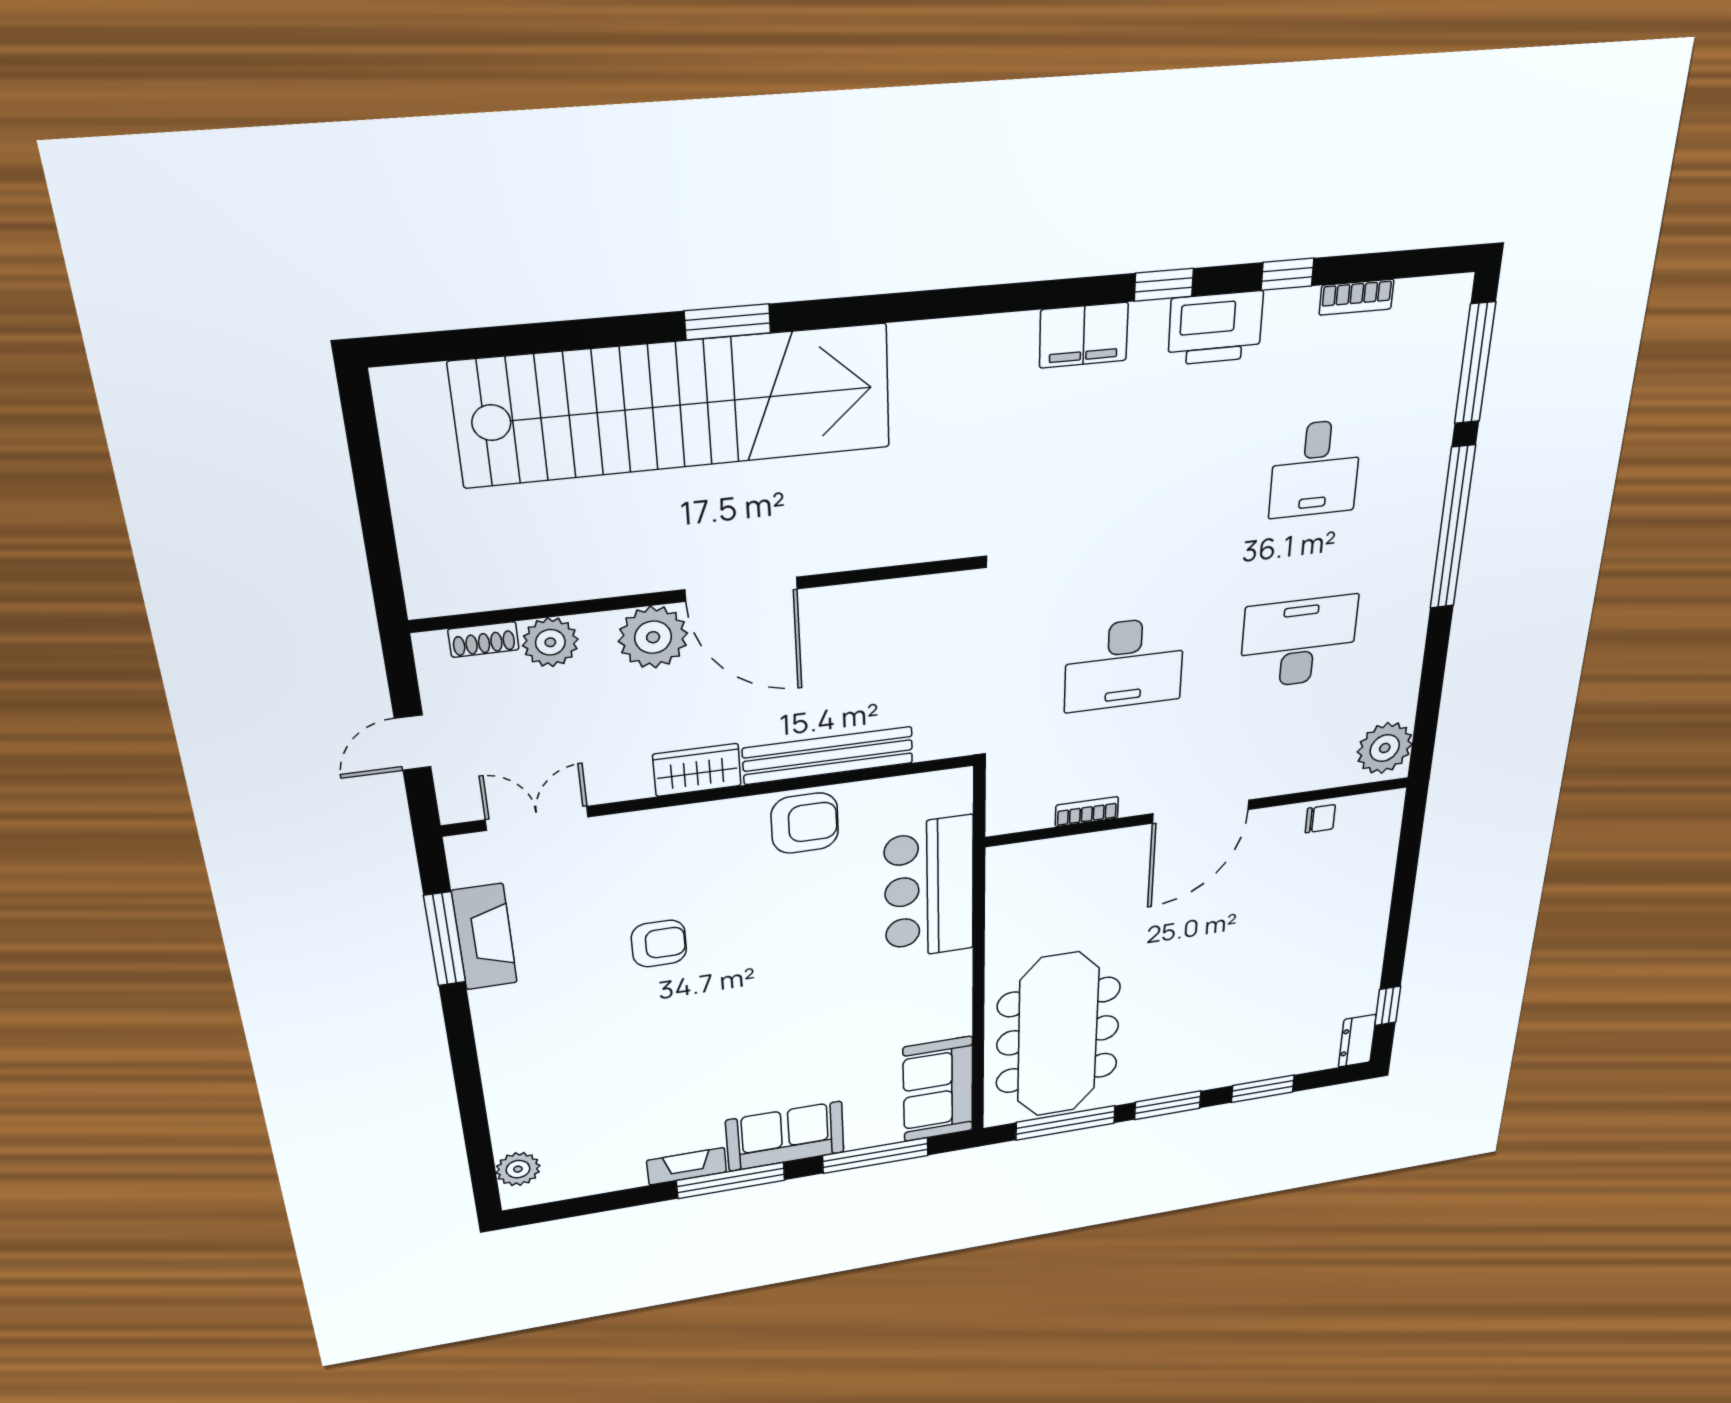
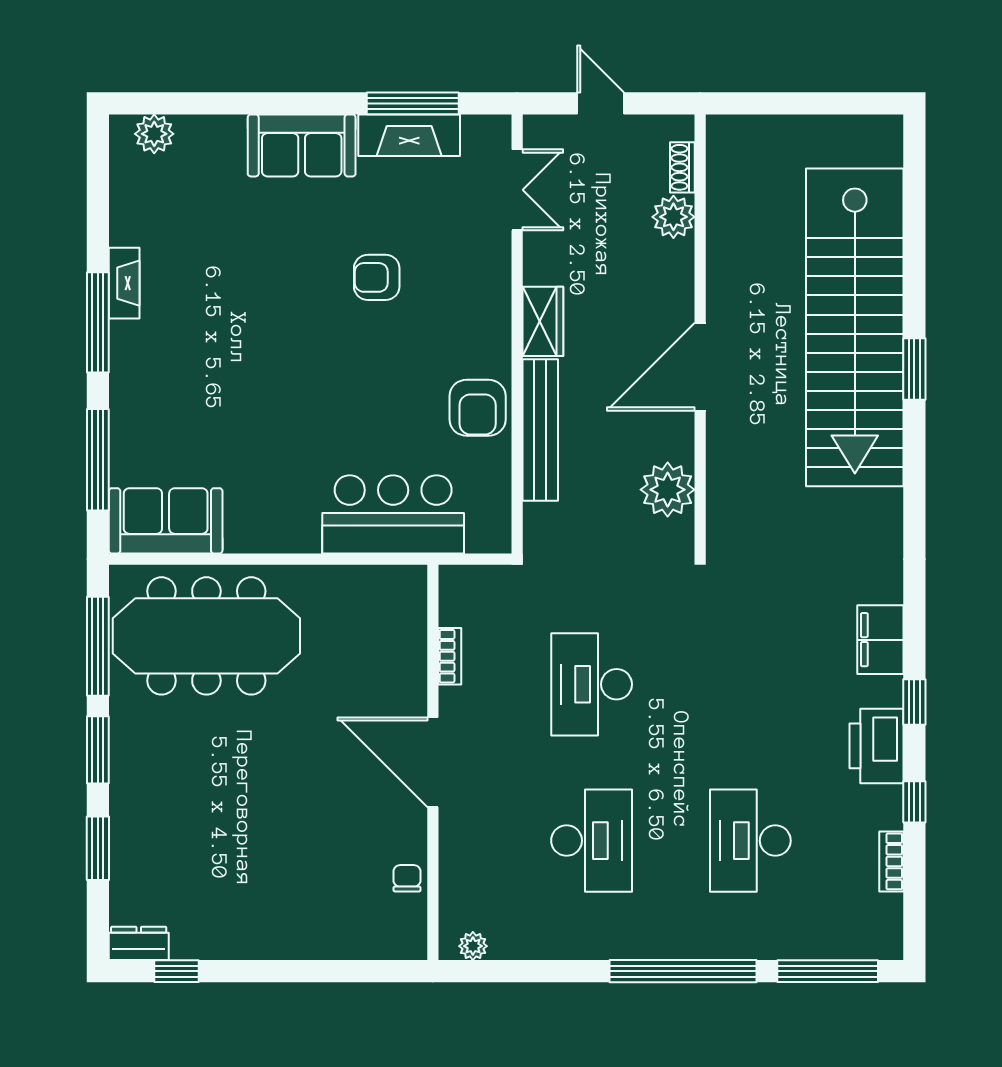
desk: (1315, 469) -> (750, 841), width x1.37
plant: (653, 637) -> (668, 490), moved
plant: (1385, 748) -> (473, 946), width x0.53, depth x0.53
chair: (1320, 819) -> (407, 878), turned 180
armchair: (659, 944) -> (377, 277), turned 90
sofa: (785, 1136) -> (302, 145), moved, turned 90

